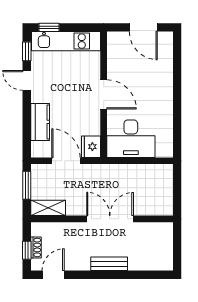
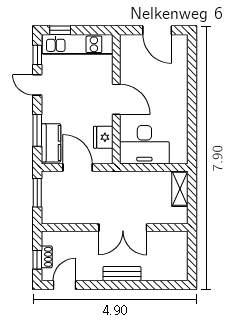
kitchen counter: (40, 122) -> (51, 143), moved
window: (27, 125) -> (37, 130), added
fridge: (91, 147) -> (103, 137), moved
shelving: (48, 208) -> (180, 189), moved, turned 90
double door: (110, 219) -> (123, 227), swing flipped

